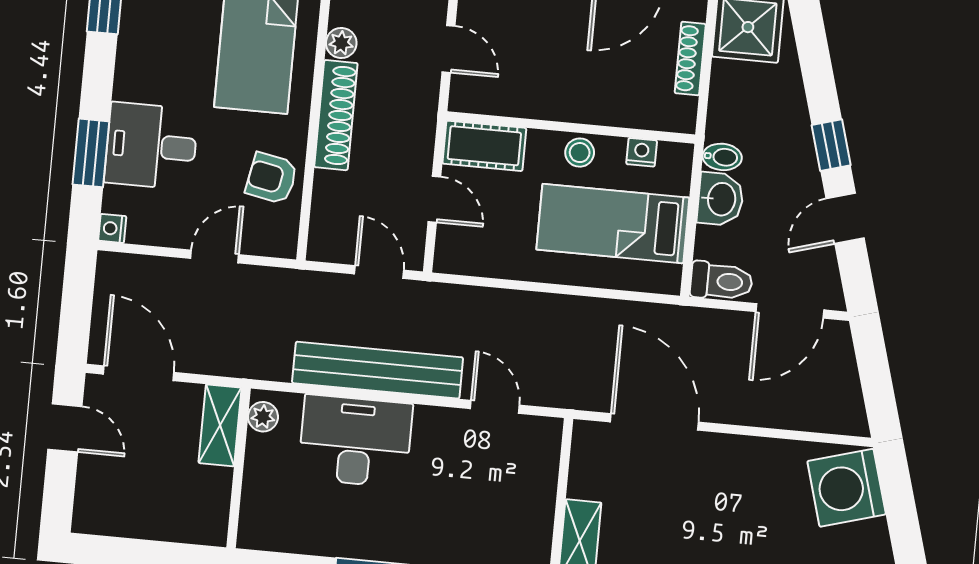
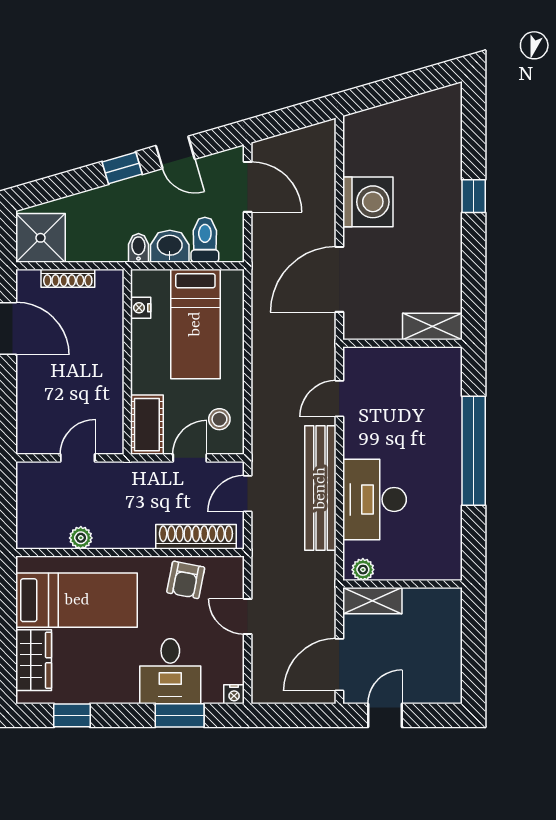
shoe rack: (336, 115) -> (196, 537), moved
stool: (580, 153) -> (219, 419), moved
toilet: (721, 281) -> (205, 240), moved
washing machine: (847, 488) -> (368, 202), moved, turned -74

